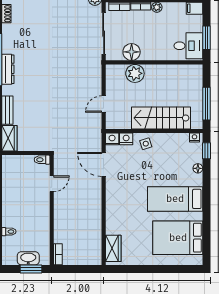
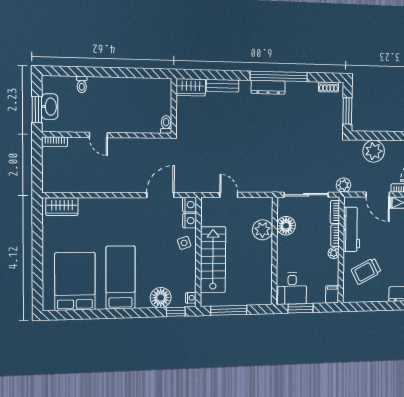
floor lamp: (198, 168) -> (161, 298), width x1.89, depth x1.89
door: (52, 184) -> (98, 135), moved

